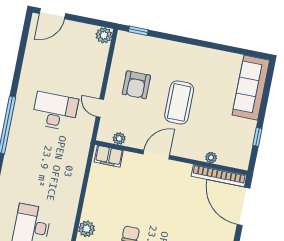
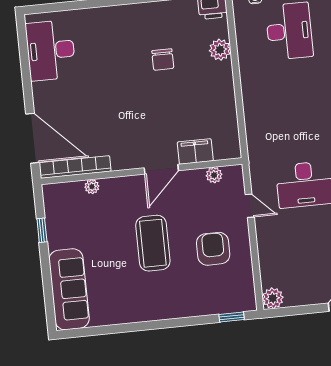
filing cabinet: (109, 156) -> (195, 151), moved

